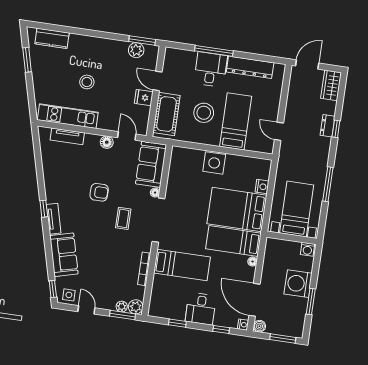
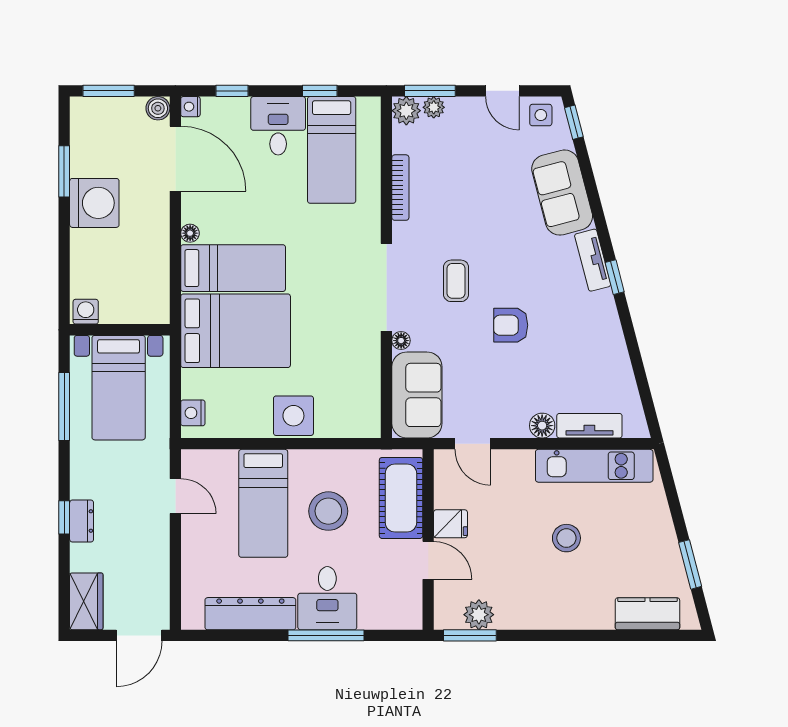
floor lamp: (107, 142) -> (542, 426), moved
nightstand: (262, 187) -> (193, 413), moved
bed with nightstands: (297, 209) -> (119, 388), moved
wall: (292, 238) -> (120, 330), moved
washing machine: (307, 249) -> (86, 312), moved
bed: (182, 265) -> (332, 150), moved, turned -90

